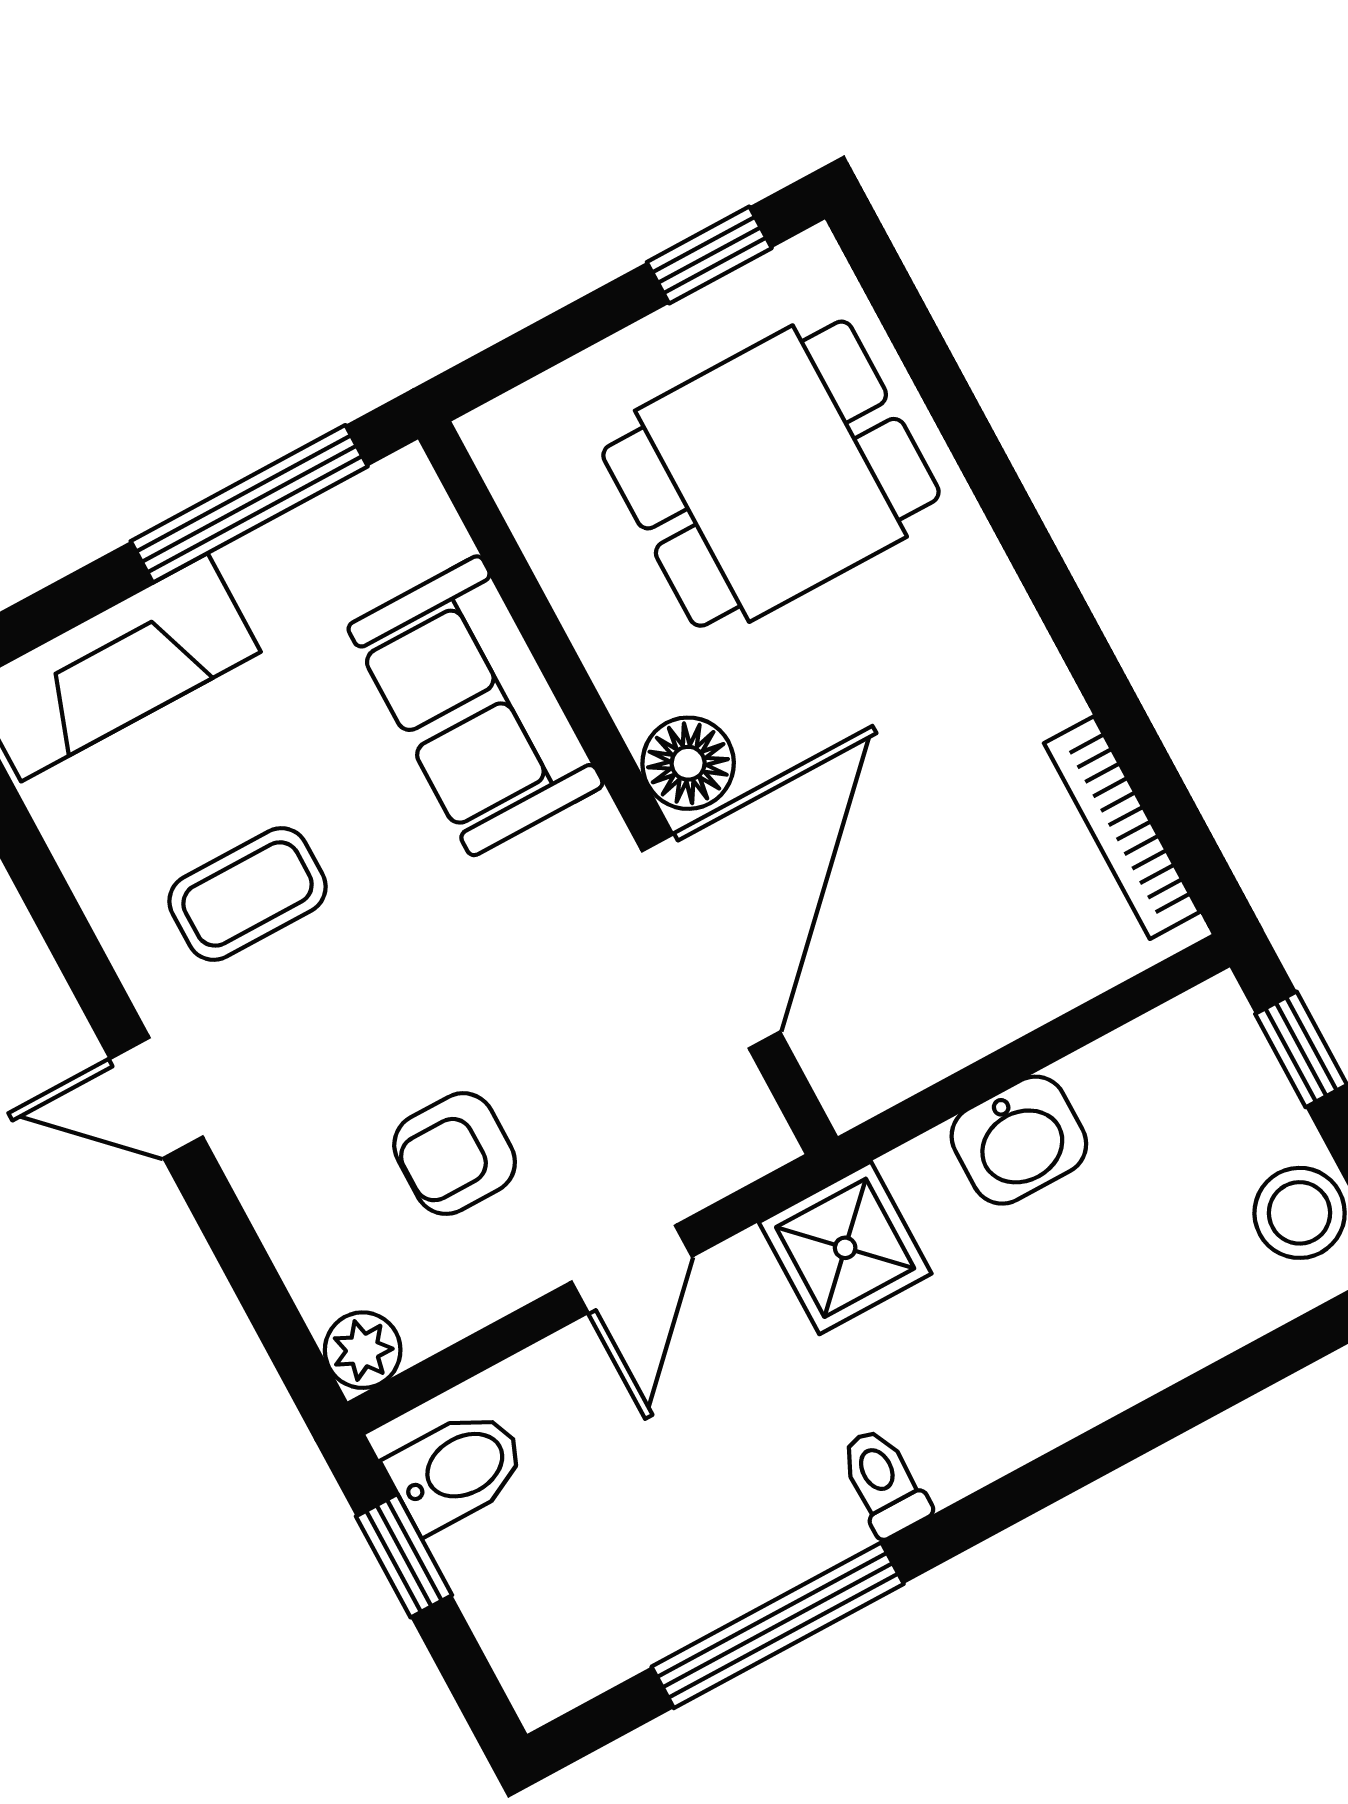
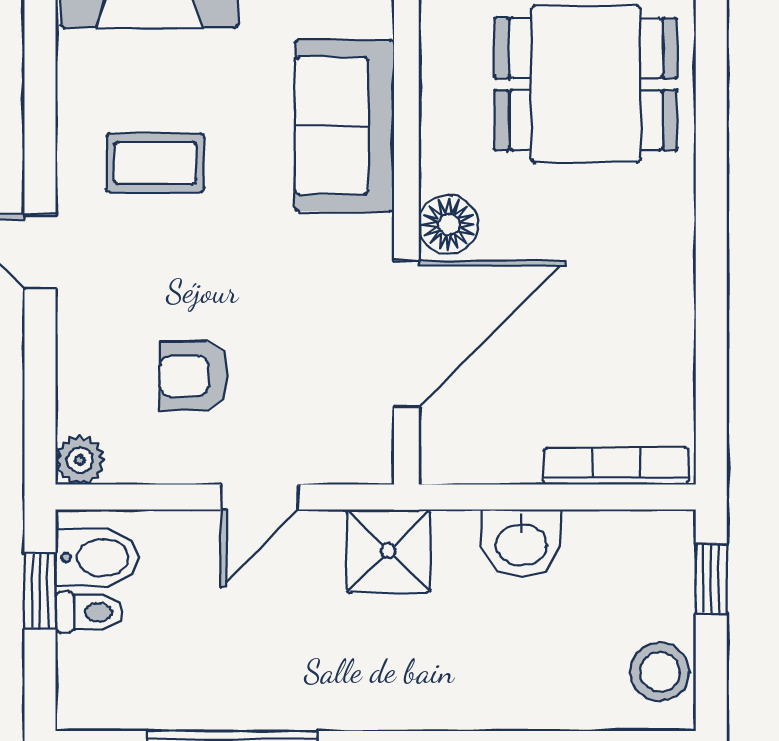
bookcase: (1122, 828) -> (616, 466), moved, turned 90
toilet: (884, 1482) -> (89, 612), moved, turned 90

